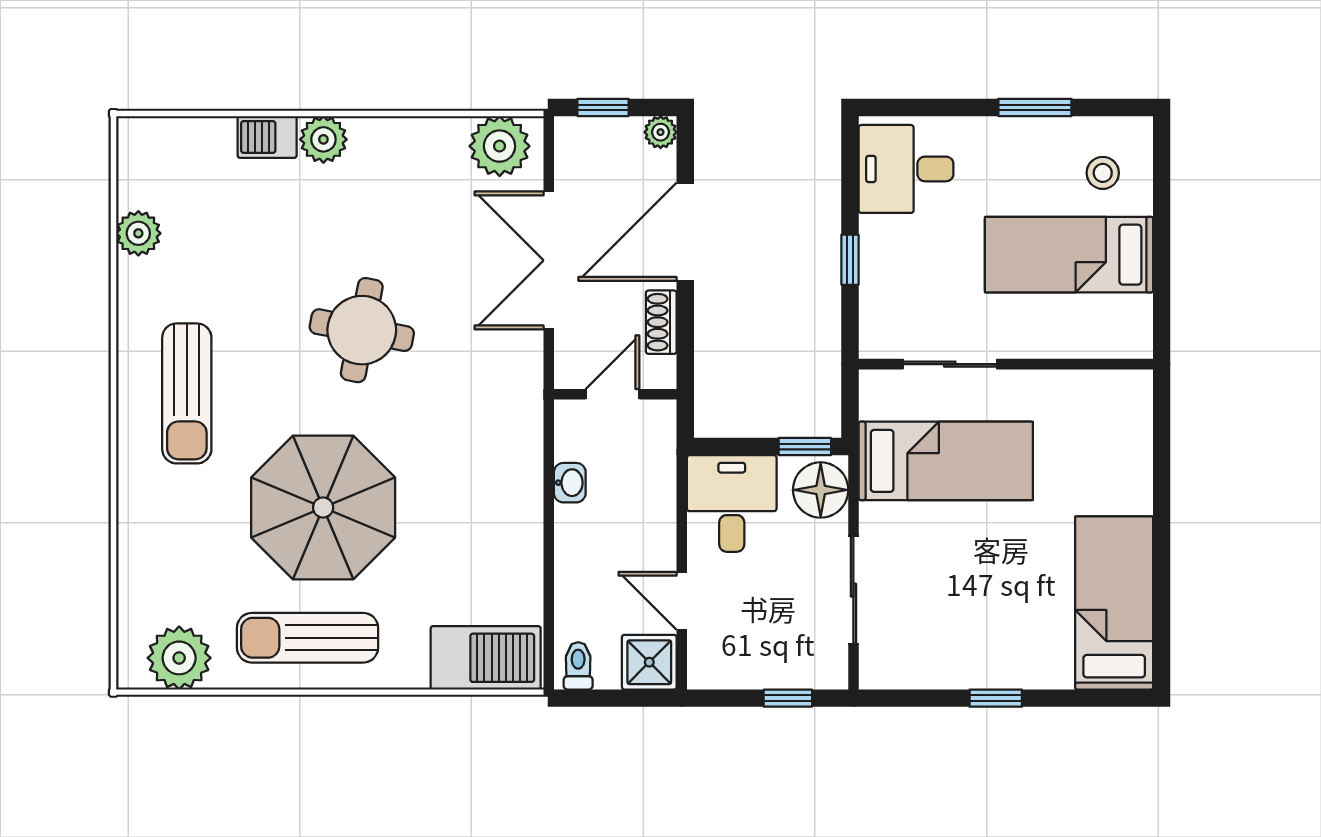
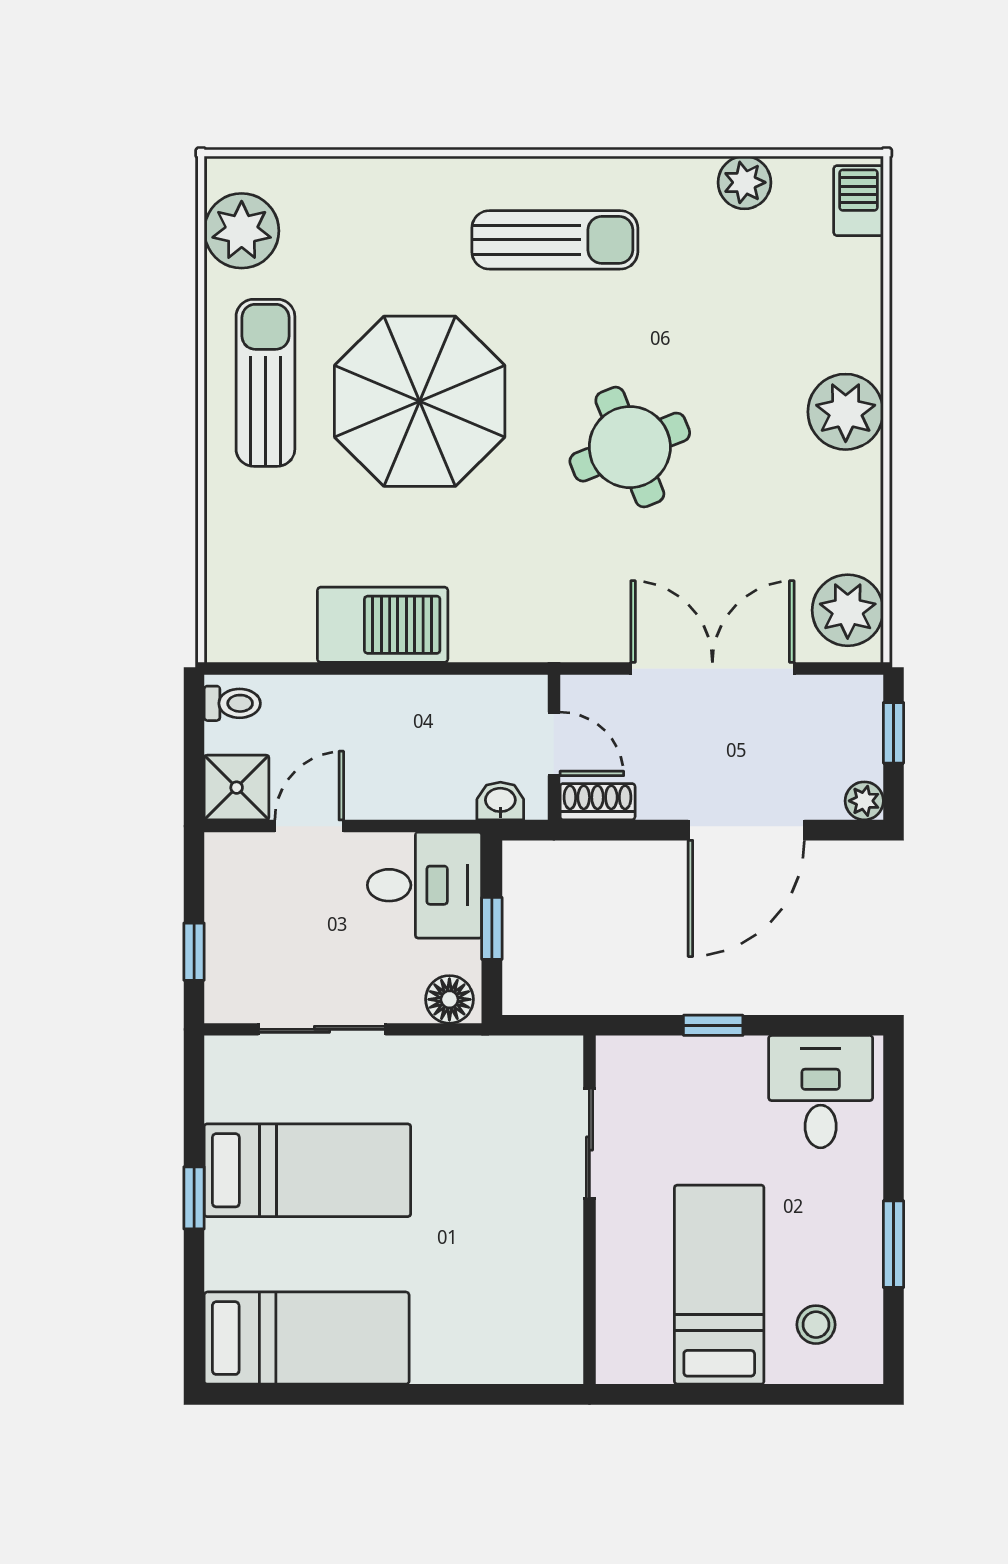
barbecue: (267, 137) -> (858, 201), moved
plant: (323, 139) -> (846, 412), width x1.36, depth x1.36
door: (685, 232) -> (746, 830), swing flipped
shoe rack: (661, 322) -> (598, 802), moved
round table: (362, 330) -> (630, 447), turned -33
sun lounger: (187, 393) -> (555, 240), turned 180
window: (805, 447) -> (492, 928), moved
bed: (946, 461) -> (307, 1170), moved, turned -90
washbasin: (570, 483) -> (500, 801), moved, turned 180
floor lamp: (821, 490) -> (449, 999), width x0.73, depth x0.73
barbecue: (486, 658) -> (383, 625), moved, turned -90

